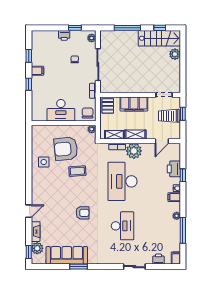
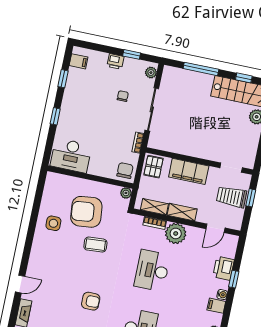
filing cabinet: (37, 71) -> (79, 61), moved
desk: (61, 110) -> (71, 155), moved
desk: (123, 181) -> (152, 271), width x0.73, depth x0.77

